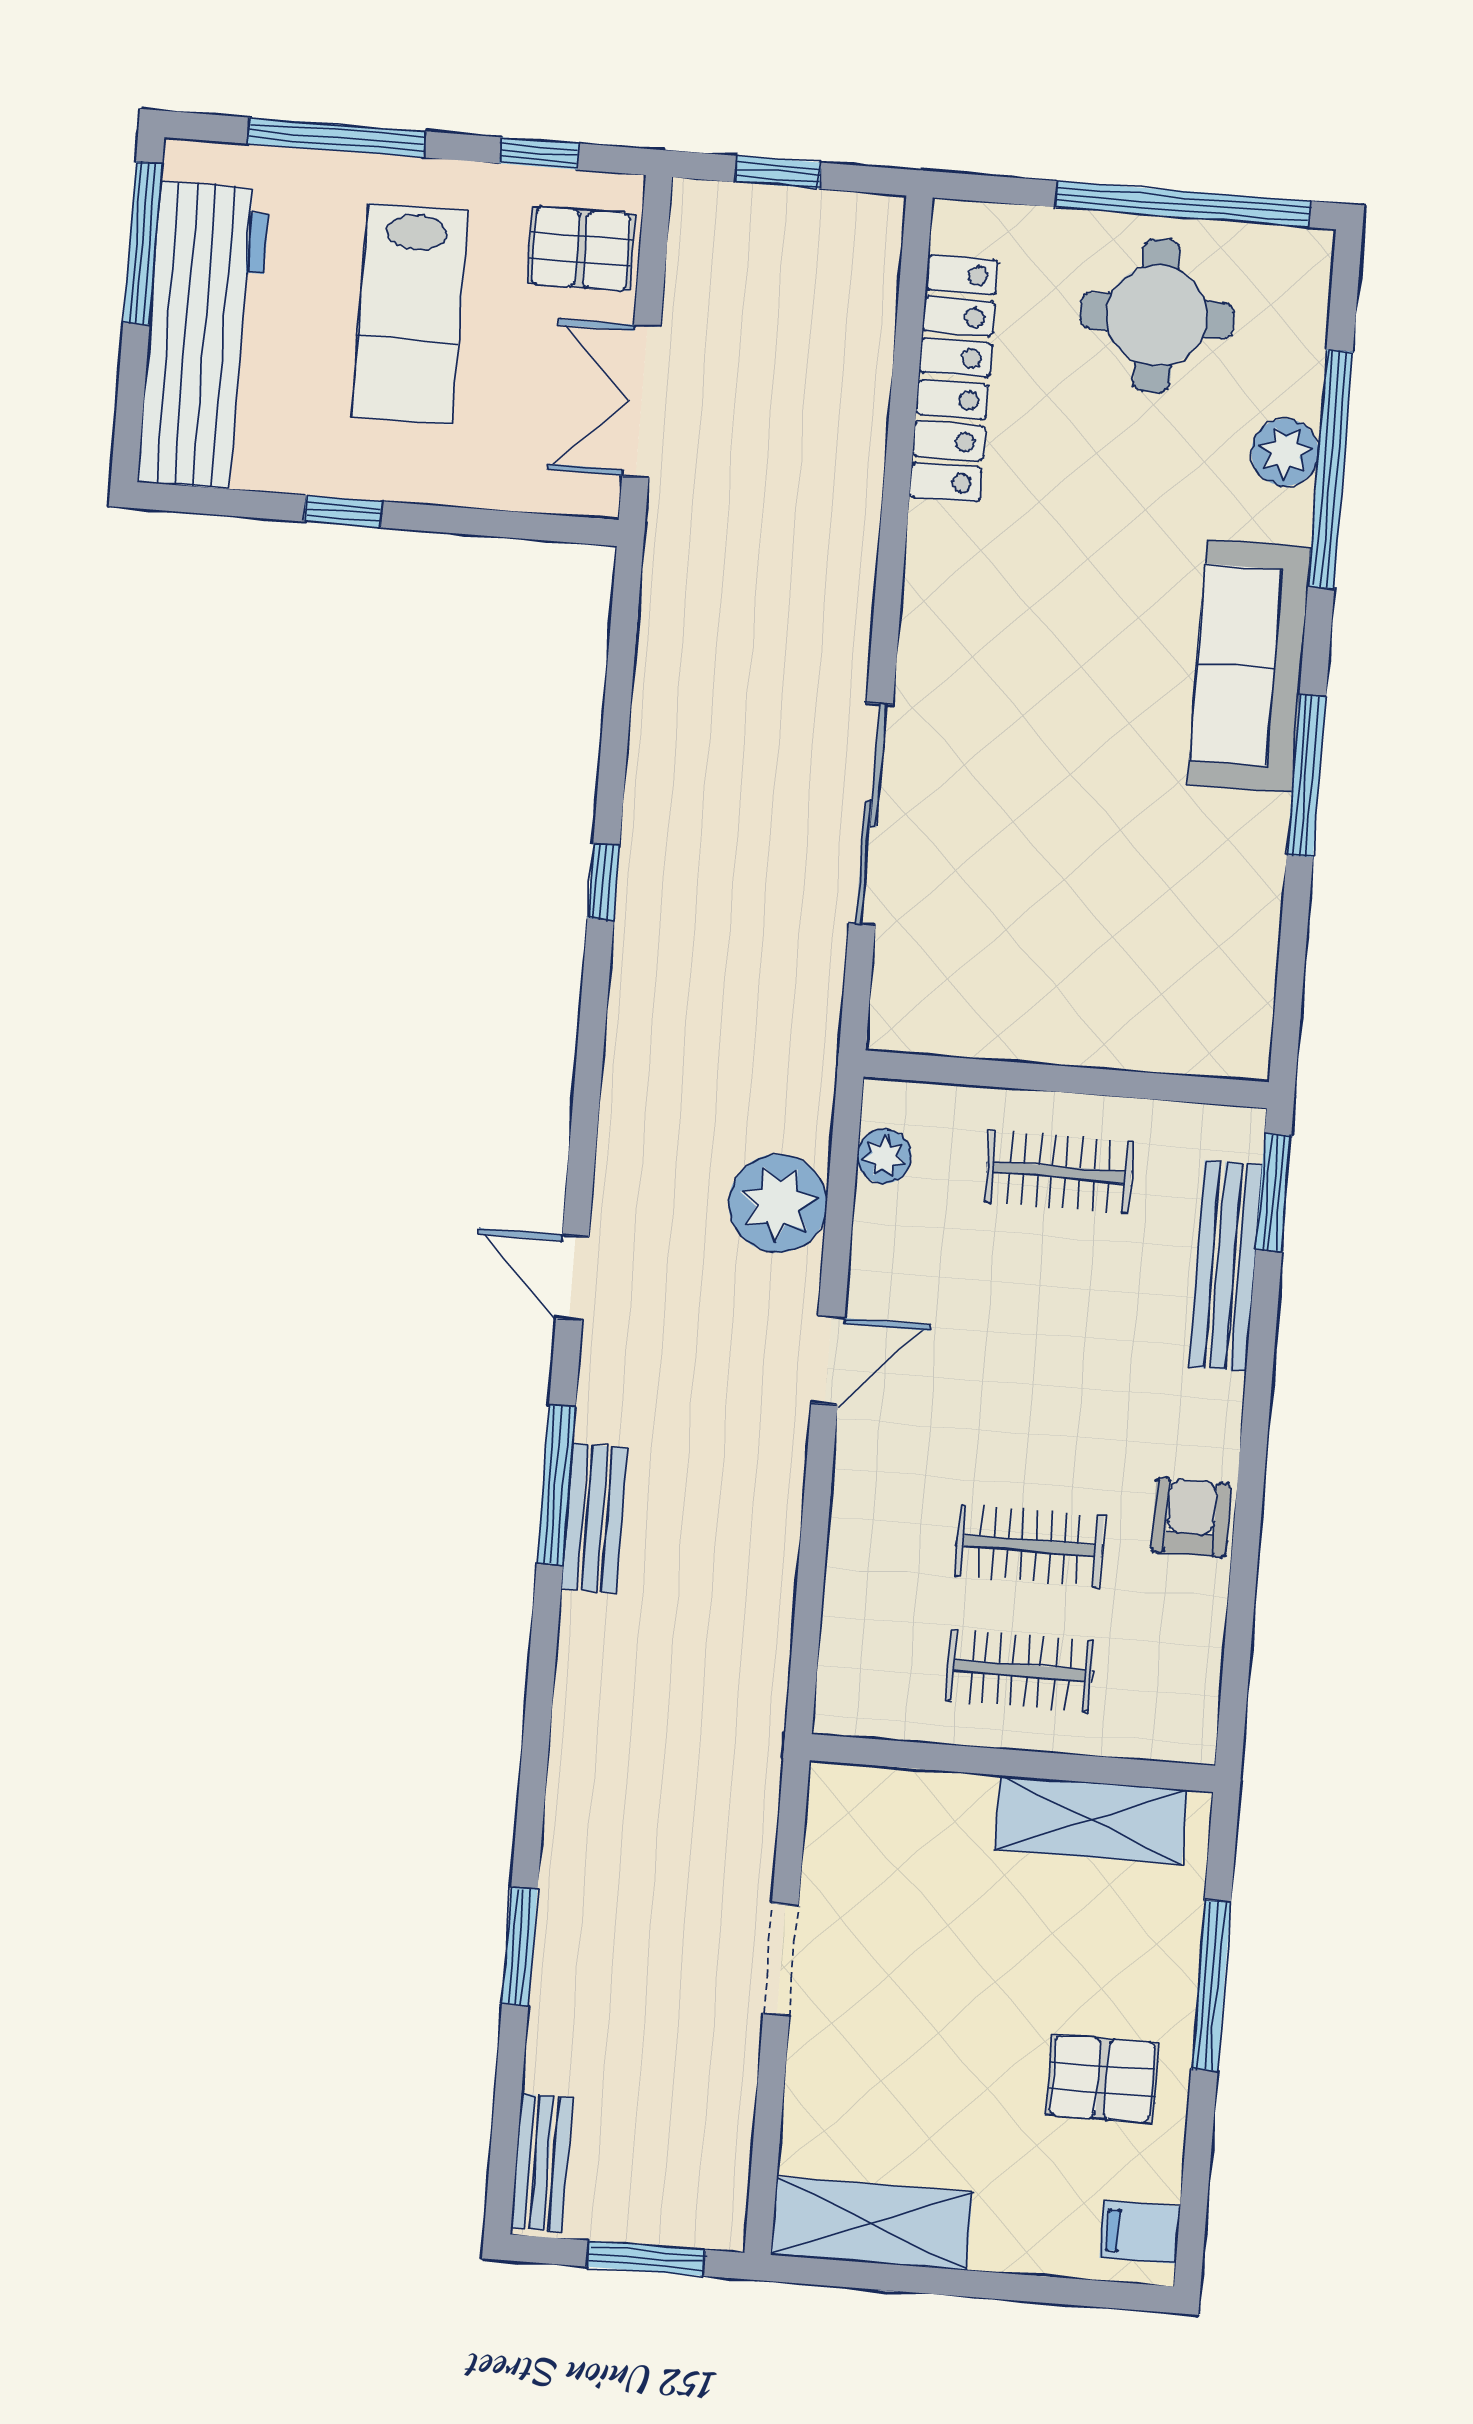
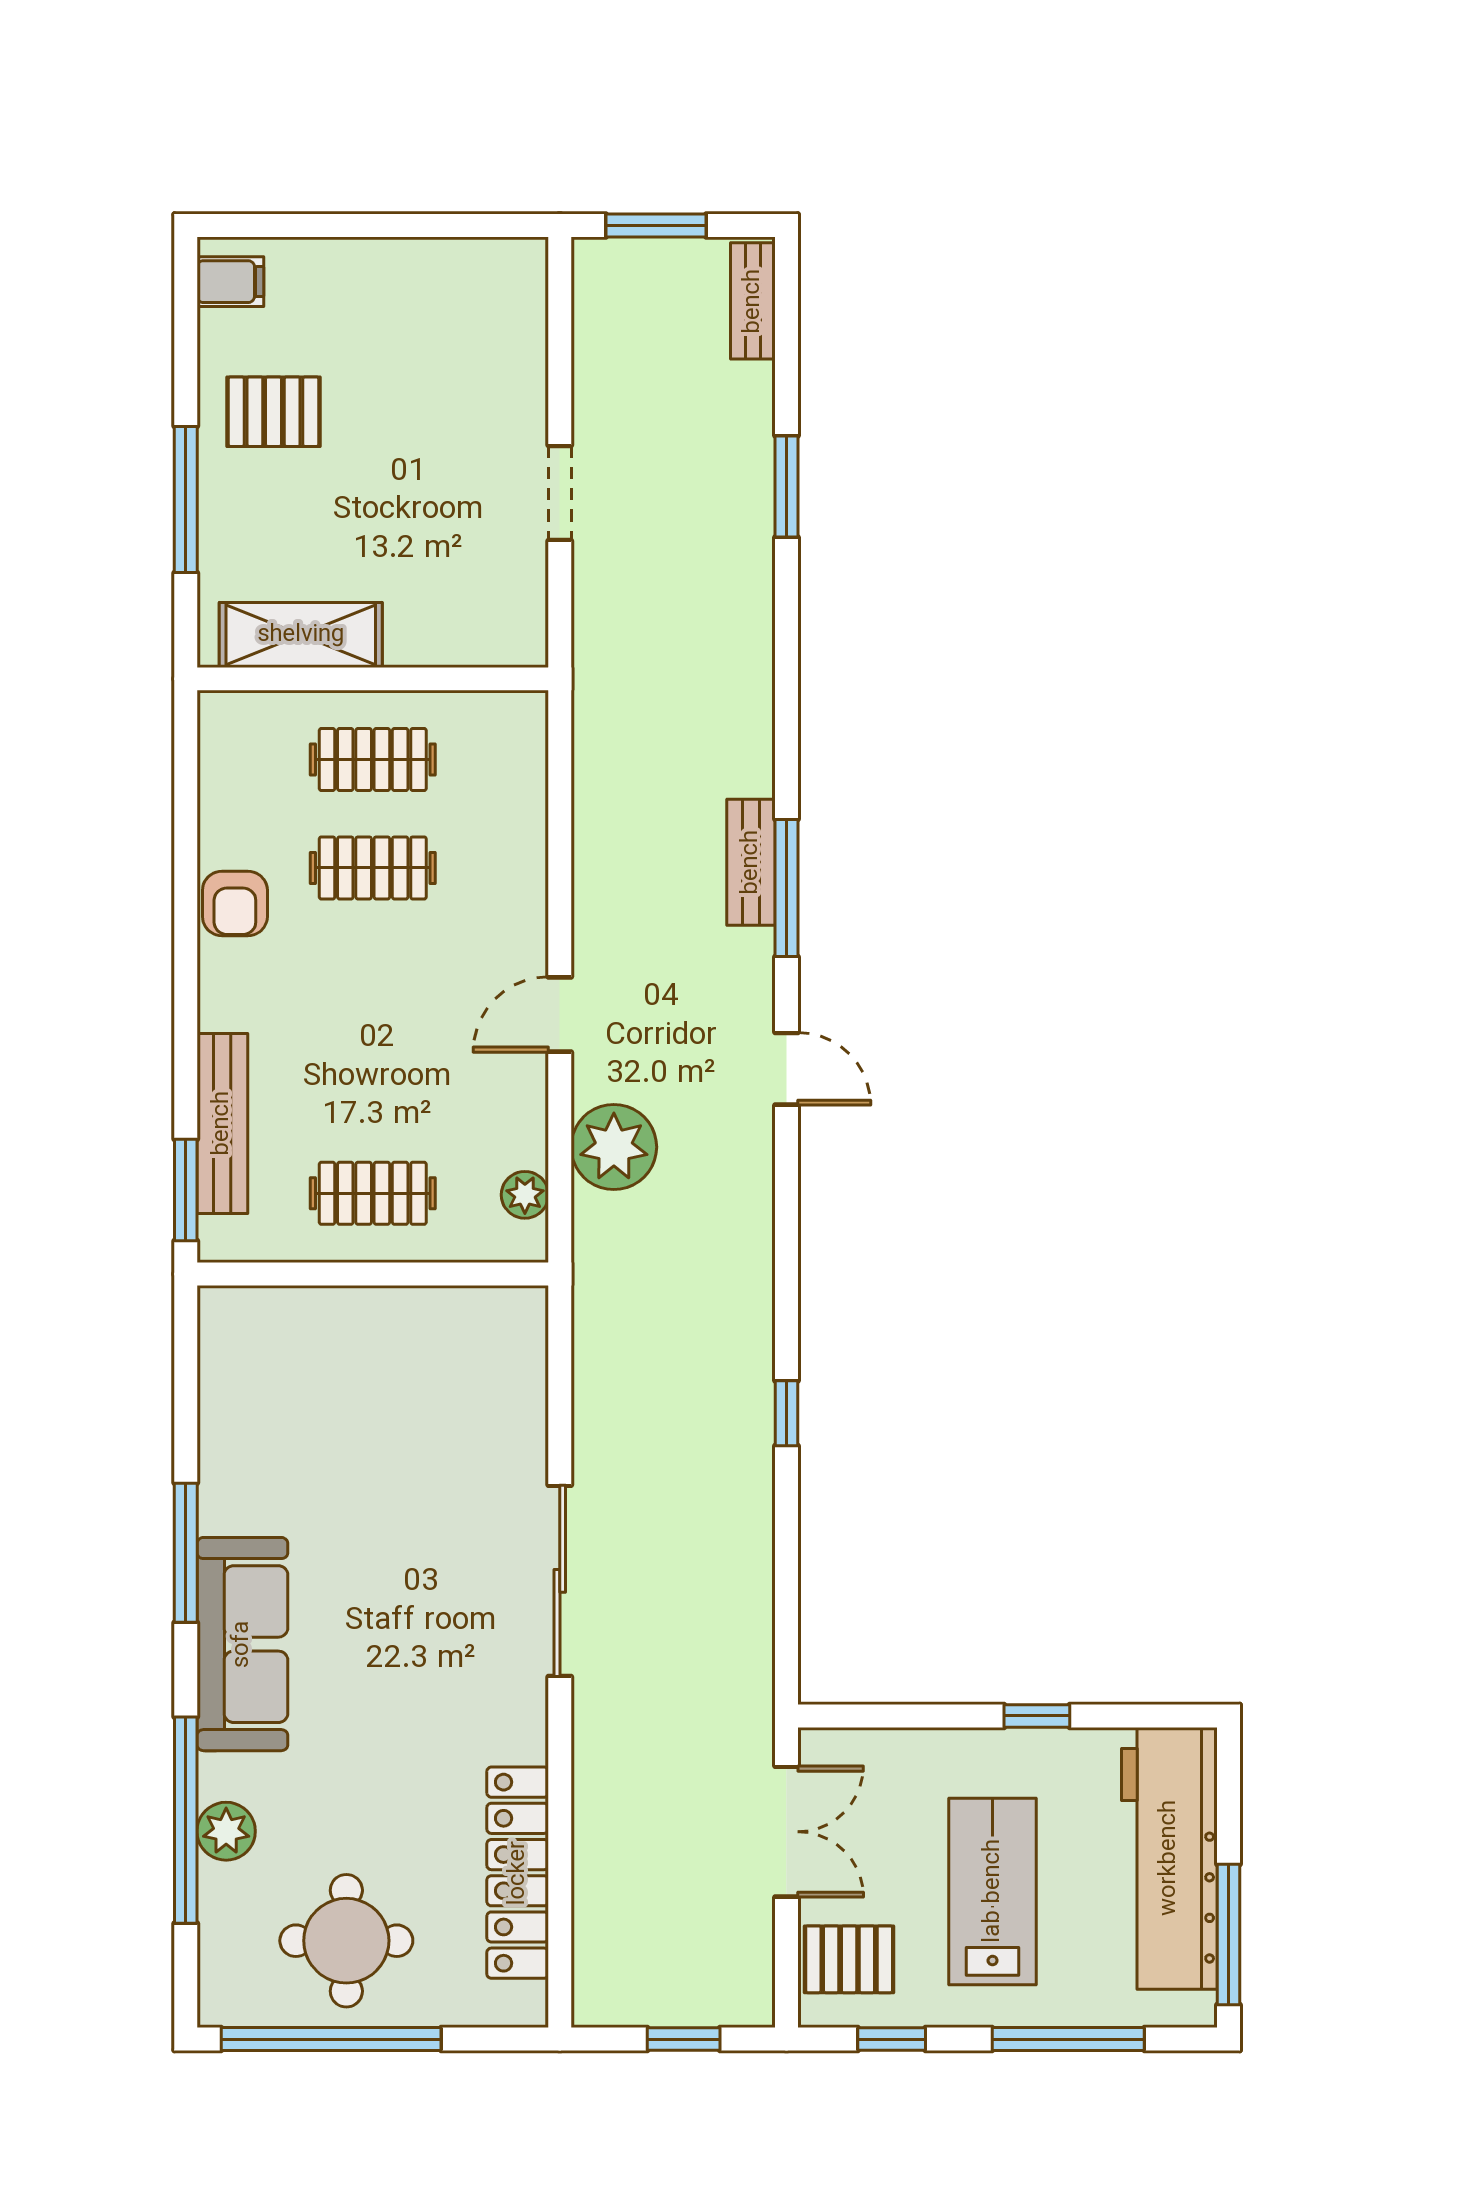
sliding door: (871, 814) -> (560, 1581), moved
shelving: (871, 2223) -> (463, 271), removed

